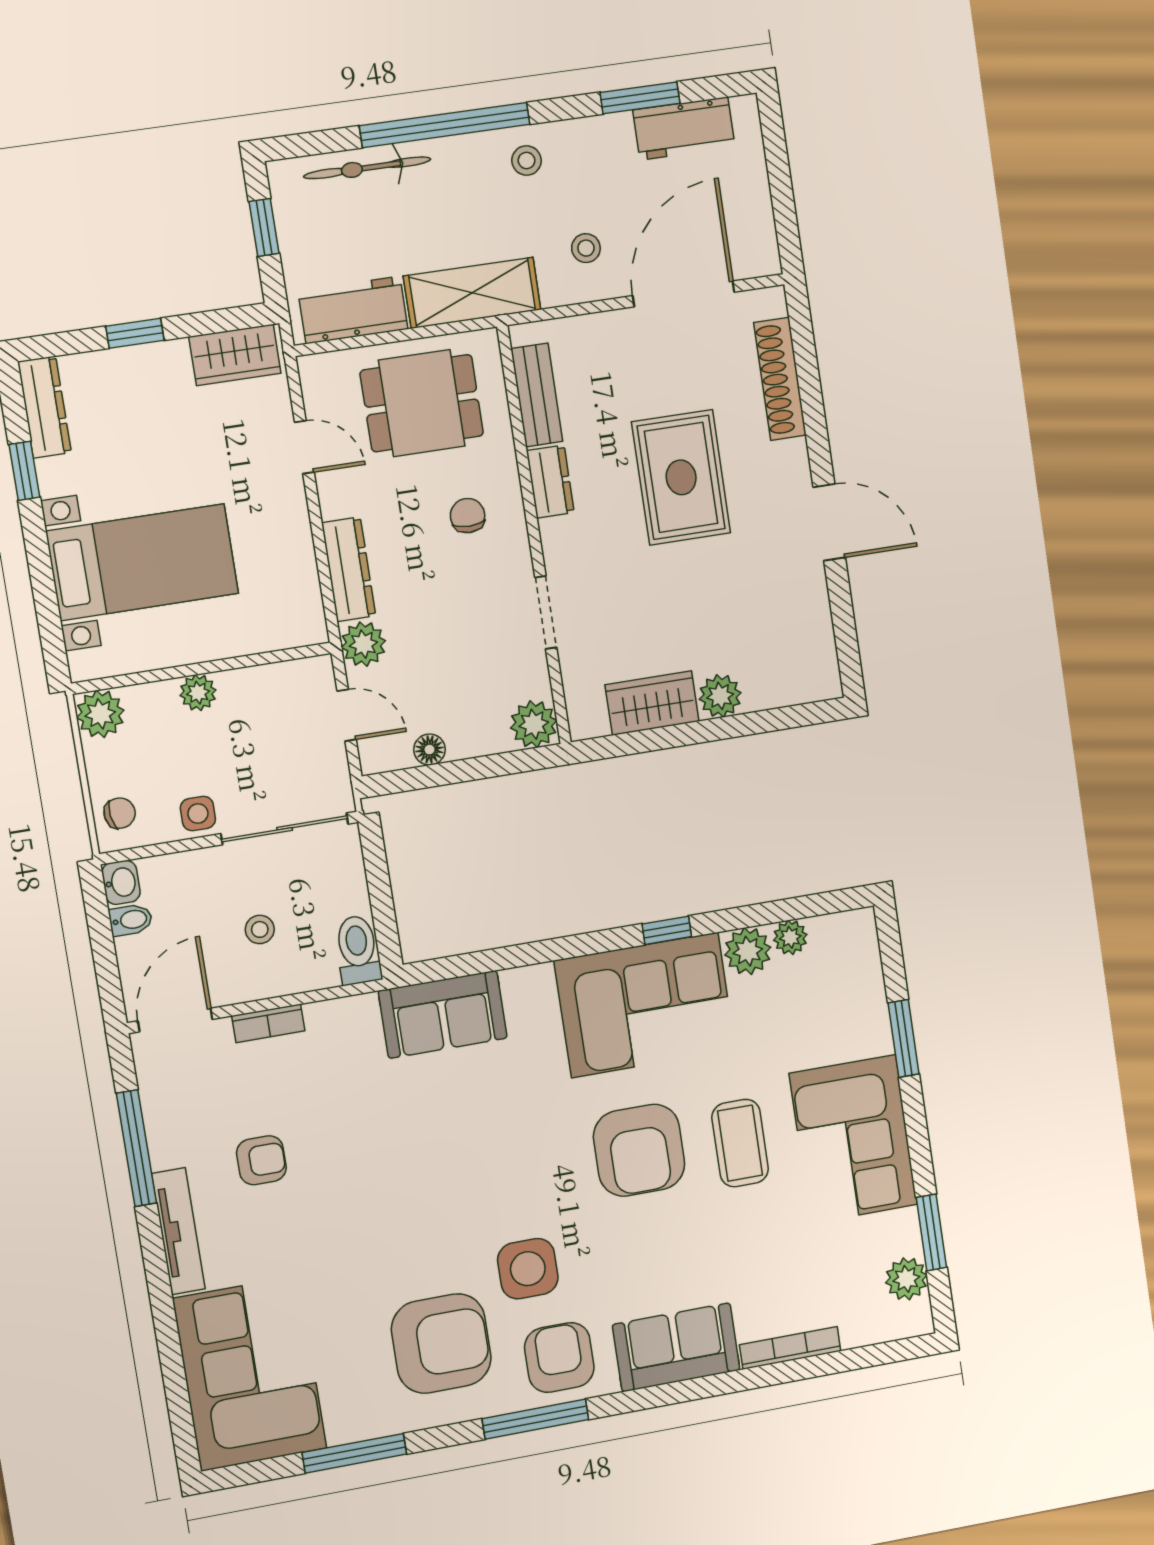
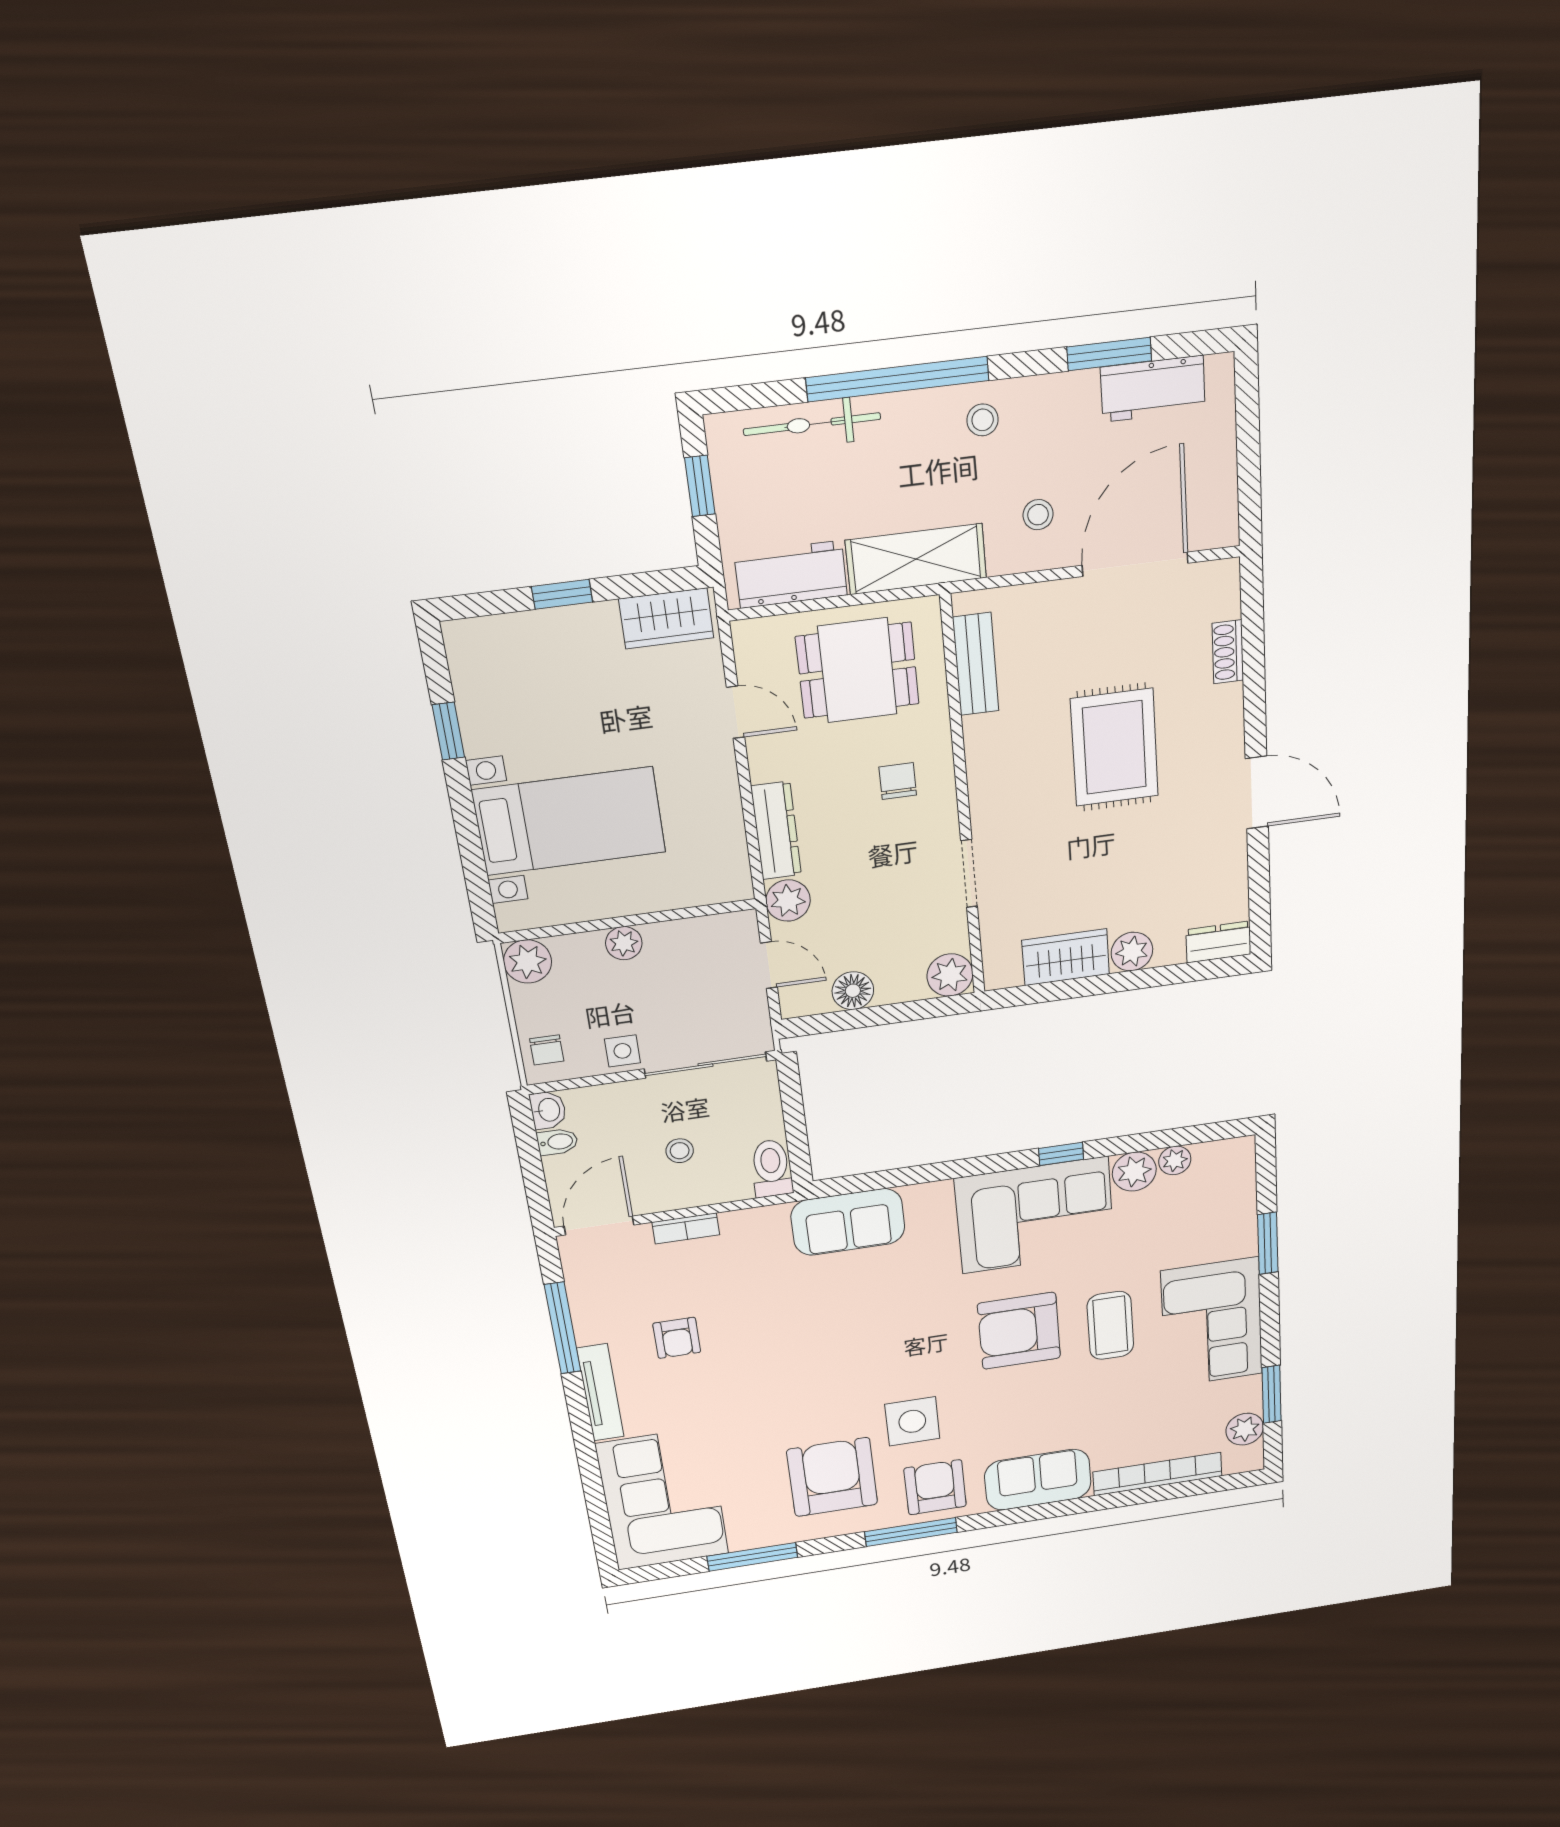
shoe rack: (780, 379) -> (1228, 652), width x0.51, depth x0.81
dresser: (44, 407) -> (468, 668), removed
dresser: (550, 482) -> (1218, 942), moved, turned -90
floor lamp: (430, 750) -> (853, 991), width x1.37, depth x1.37
chair: (120, 813) -> (547, 1050), turned 98
armchair: (639, 1150) -> (1019, 1331), turned 90
armchair: (261, 1160) -> (677, 1338), turned 90
armchair: (441, 1344) -> (832, 1477), turned -90
bookcase: (790, 1348) -> (1158, 1474), width x1.48, depth x1.31

